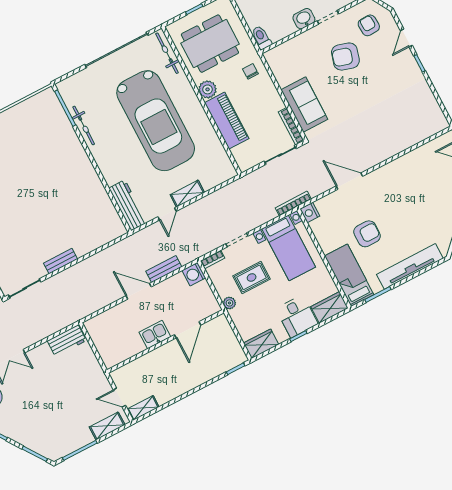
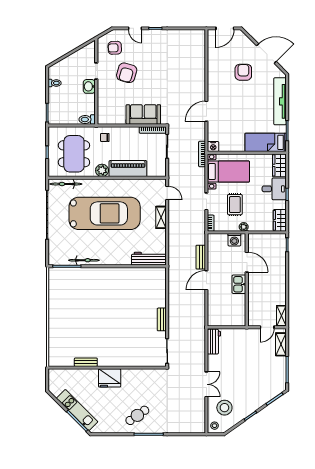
door: (167, 214) -> (167, 193), moved
armchair: (367, 234) -> (243, 72), moved
washing machine: (194, 274) -> (234, 240), moved

